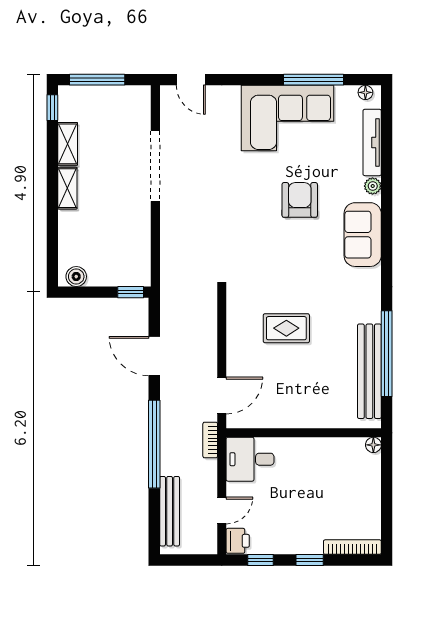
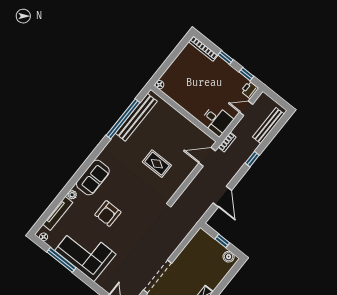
window: (131, 292) -> (222, 241), moved
window: (154, 444) -> (252, 159), width x0.32

